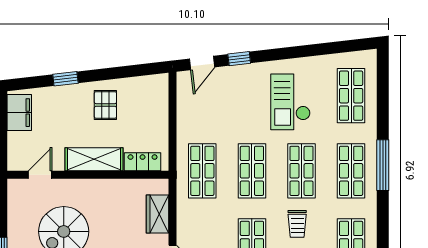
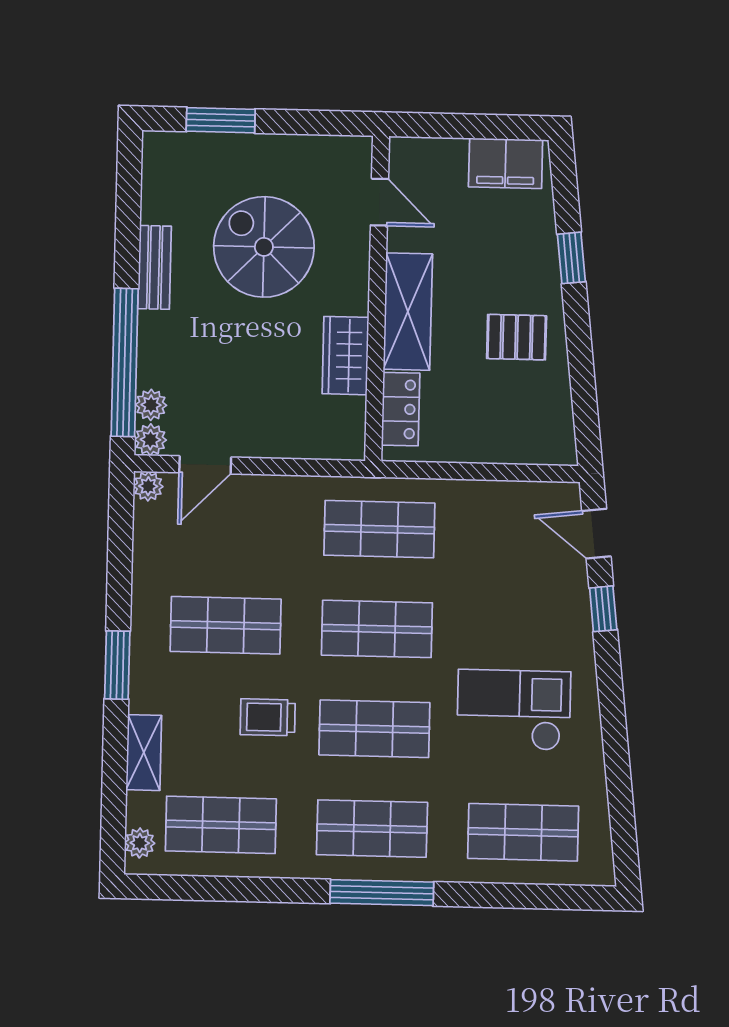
wardrobe: (158, 214) -> (345, 356), moved, turned -90

